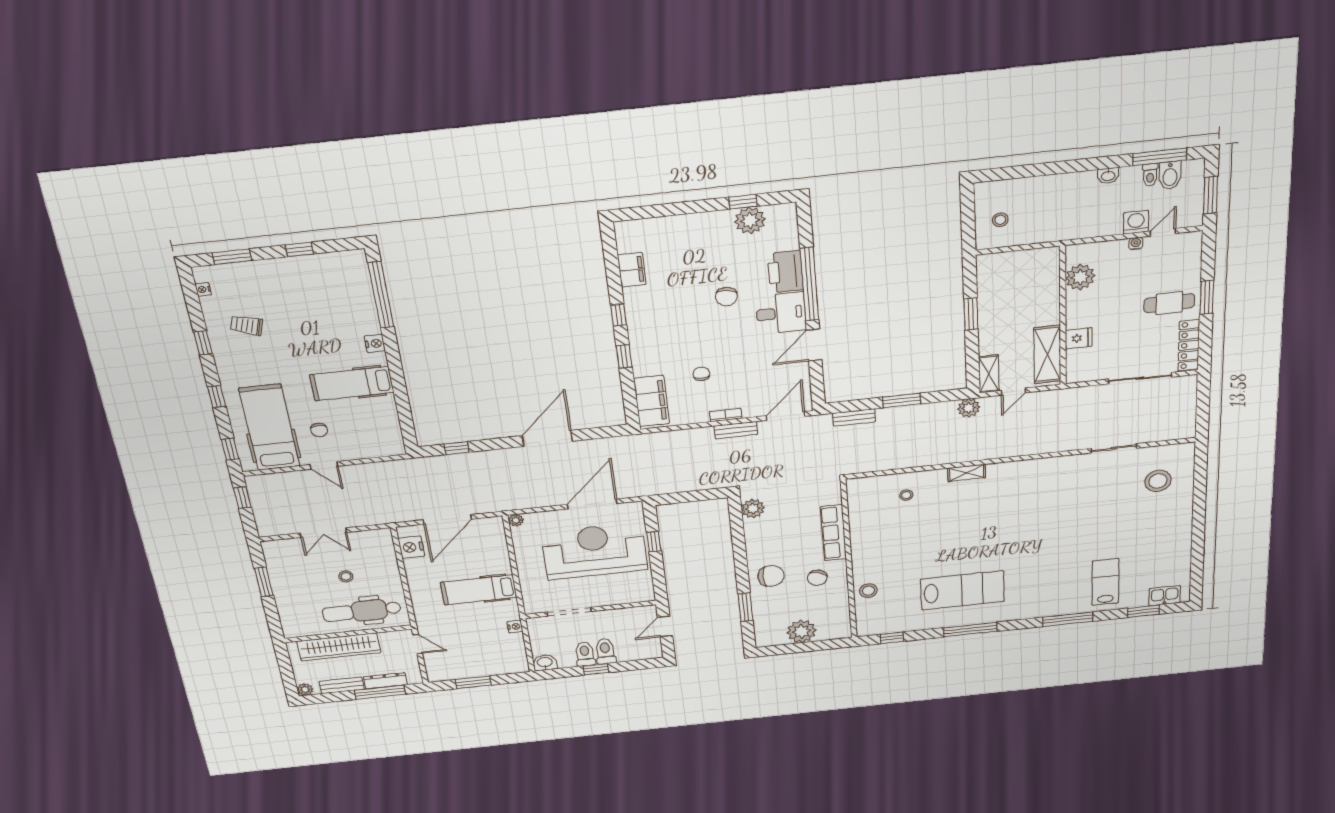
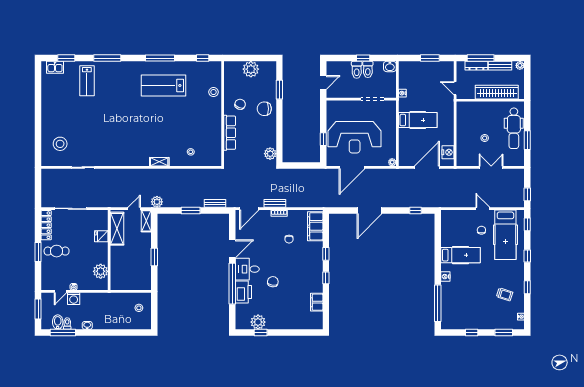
dental chair: (362, 611) -> (514, 128), moved, turned 90

